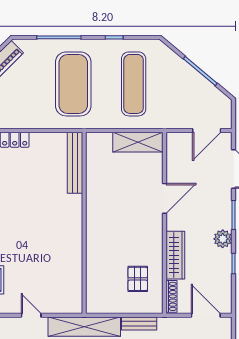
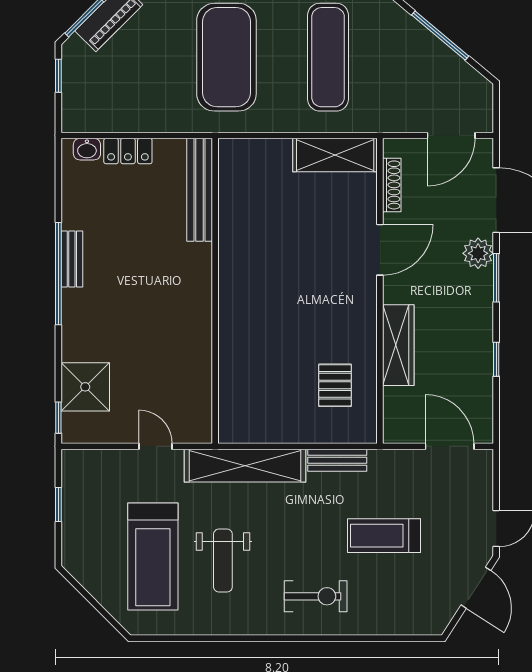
bench: (75, 163) -> (200, 190), moved
wall: (84, 223) -> (215, 291), moved
plant: (223, 239) -> (478, 253), moved
shoe rack: (171, 296) -> (392, 185), moved

